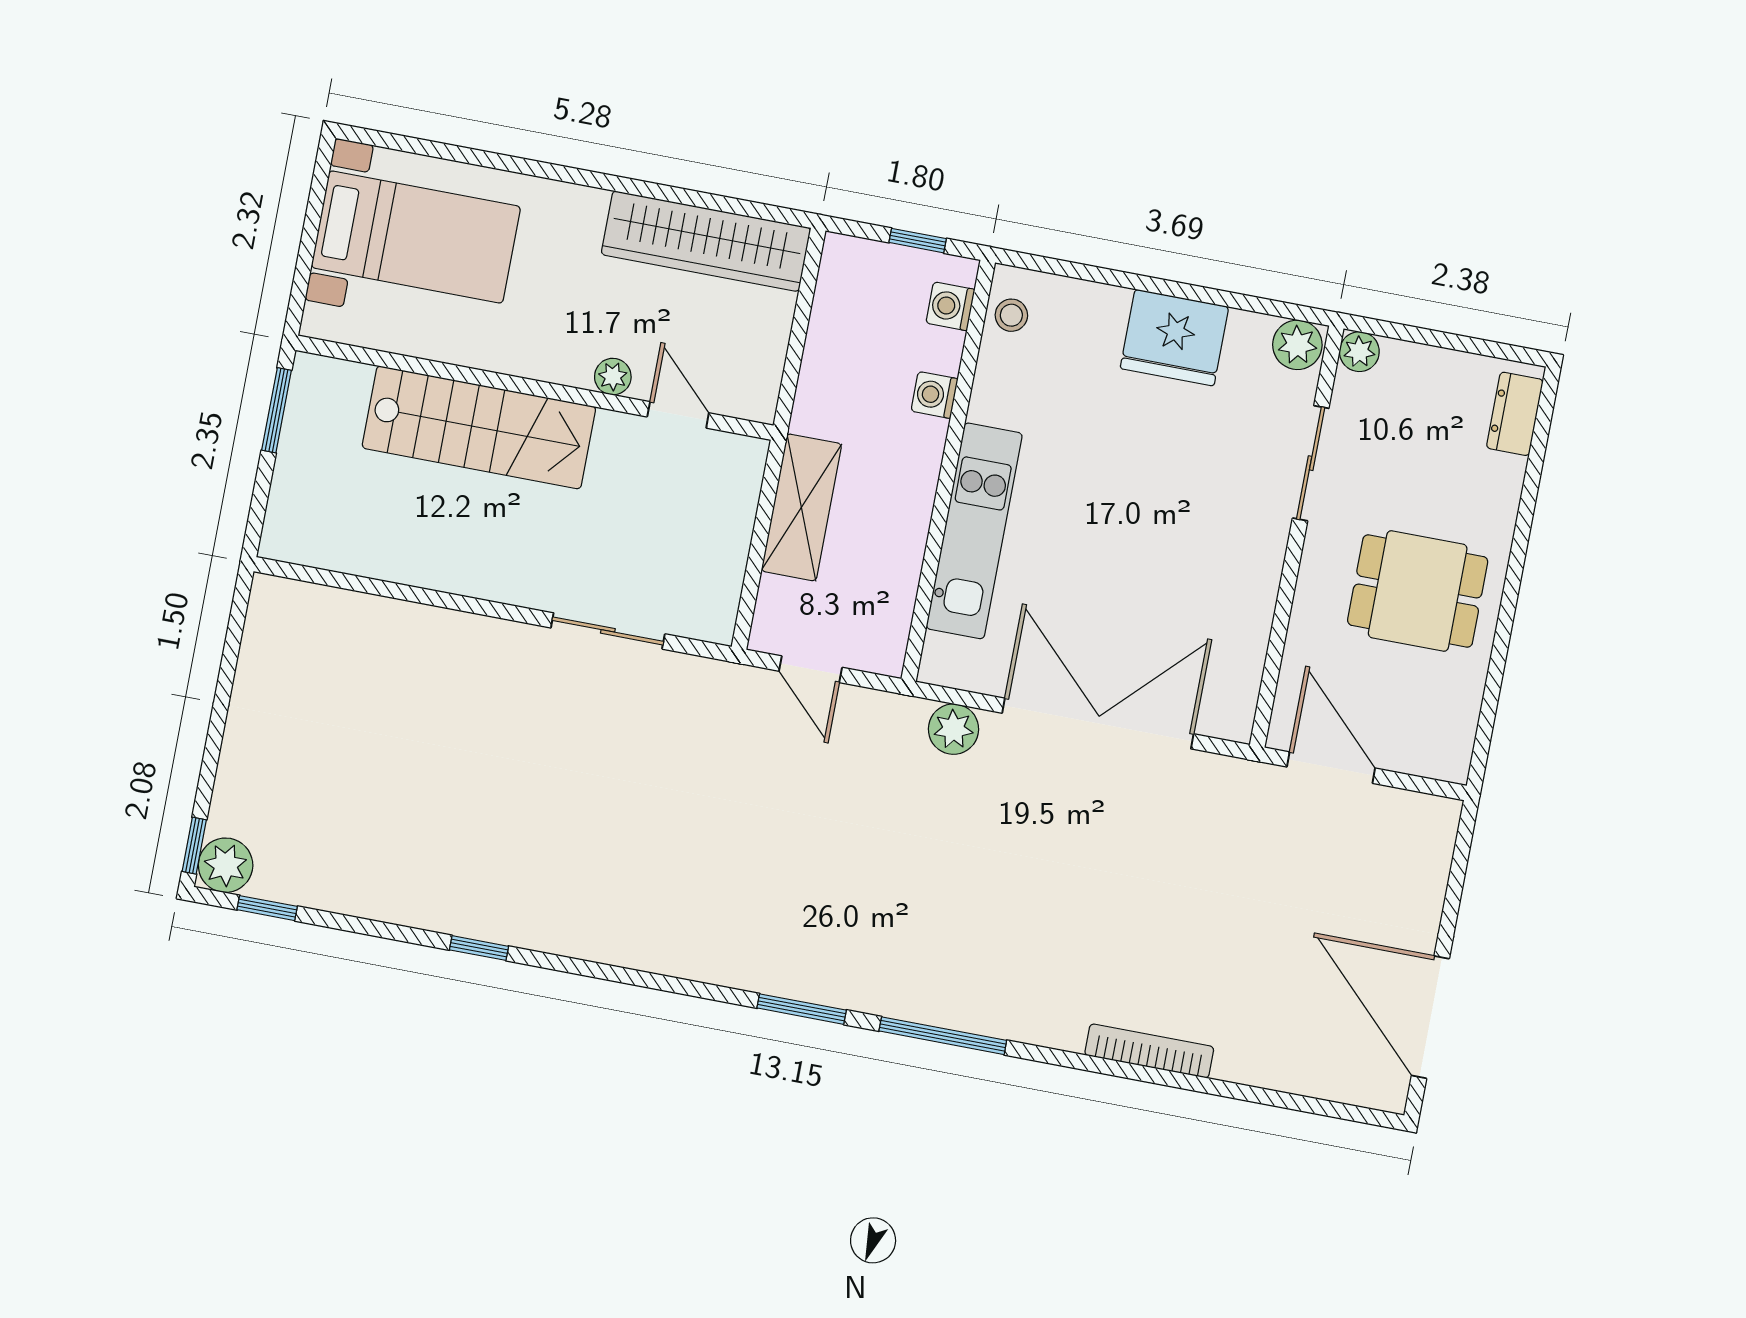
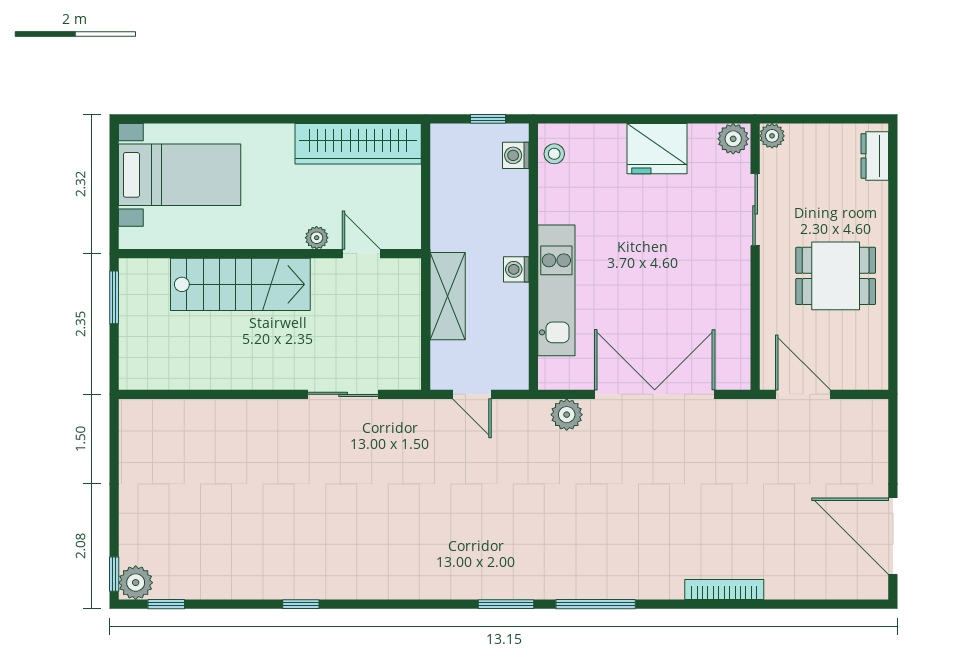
washing machine: (935, 395) -> (516, 269), moved

